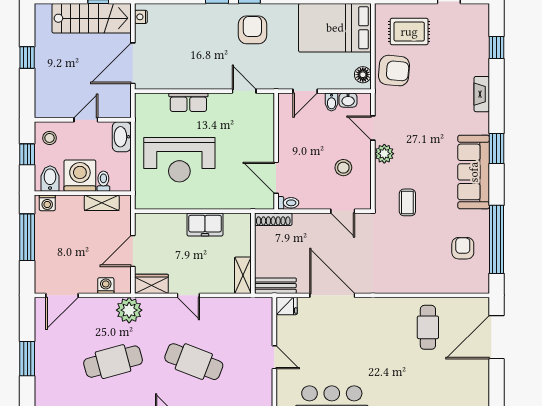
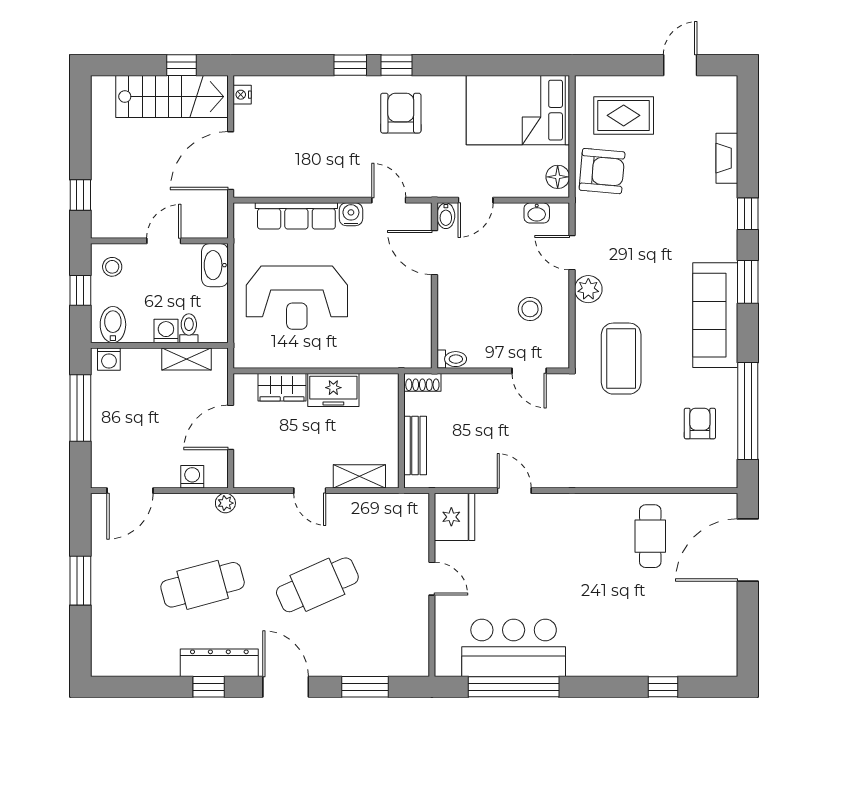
window: (496, 47) -> (748, 214), moved
window: (27, 58) -> (80, 195), moved
fireplace: (482, 94) -> (727, 158), moved
water cooler: (217, 101) -> (351, 214), added
row of seats: (188, 102) -> (296, 216), width x1.48
bidet: (331, 102) -> (446, 216), moved
washing machine: (80, 176) -> (166, 331), width x0.53, depth x0.53
door: (276, 178) -> (434, 253), moved
coffee table: (407, 202) -> (621, 359), width x1.86, depth x1.72
shoe rack: (273, 219) -> (422, 382), width x0.70
shelving: (243, 275) -> (359, 476), moved, turned 90
wardrobe: (151, 284) -> (282, 387), moved, turned 180
bench: (276, 286) -> (415, 446), moved, turned 90
door: (332, 295) -> (514, 491), width x0.53
fridge: (287, 306) -> (455, 517), width x1.88, depth x1.34
plant: (129, 310) -> (225, 503), width x0.53, depth x0.53
cafe table: (194, 362) -> (317, 585), turned -45

